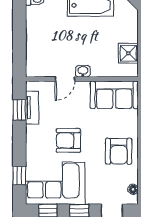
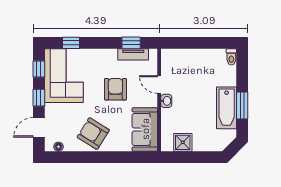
armchair: (68, 141) -> (115, 89), moved
armchair: (119, 151) -> (93, 134), turned 32

